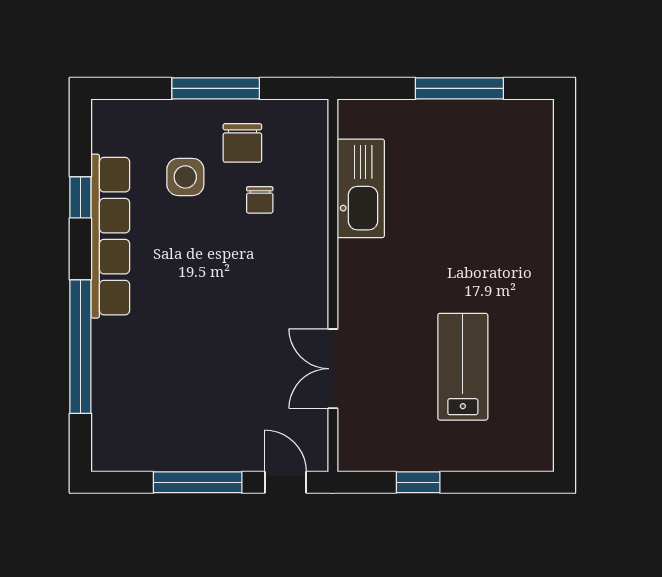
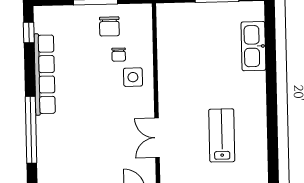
side table: (185, 177) -> (133, 77), moved
kitchen sink: (361, 188) -> (253, 46), moved, turned 180
window: (80, 197) -> (29, 33), moved

